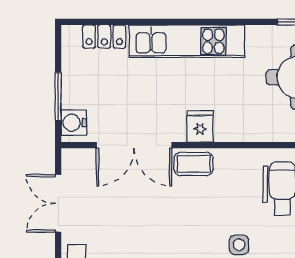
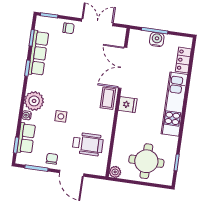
water cooler: (74, 123) -> (157, 39), moved

